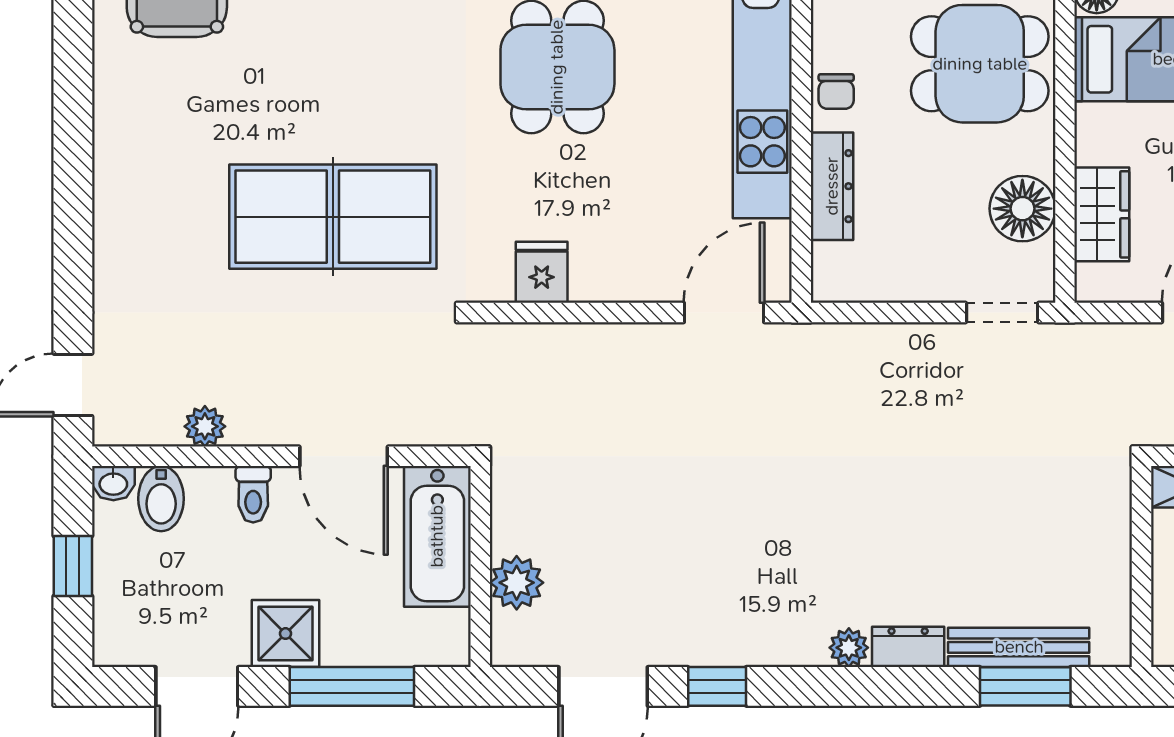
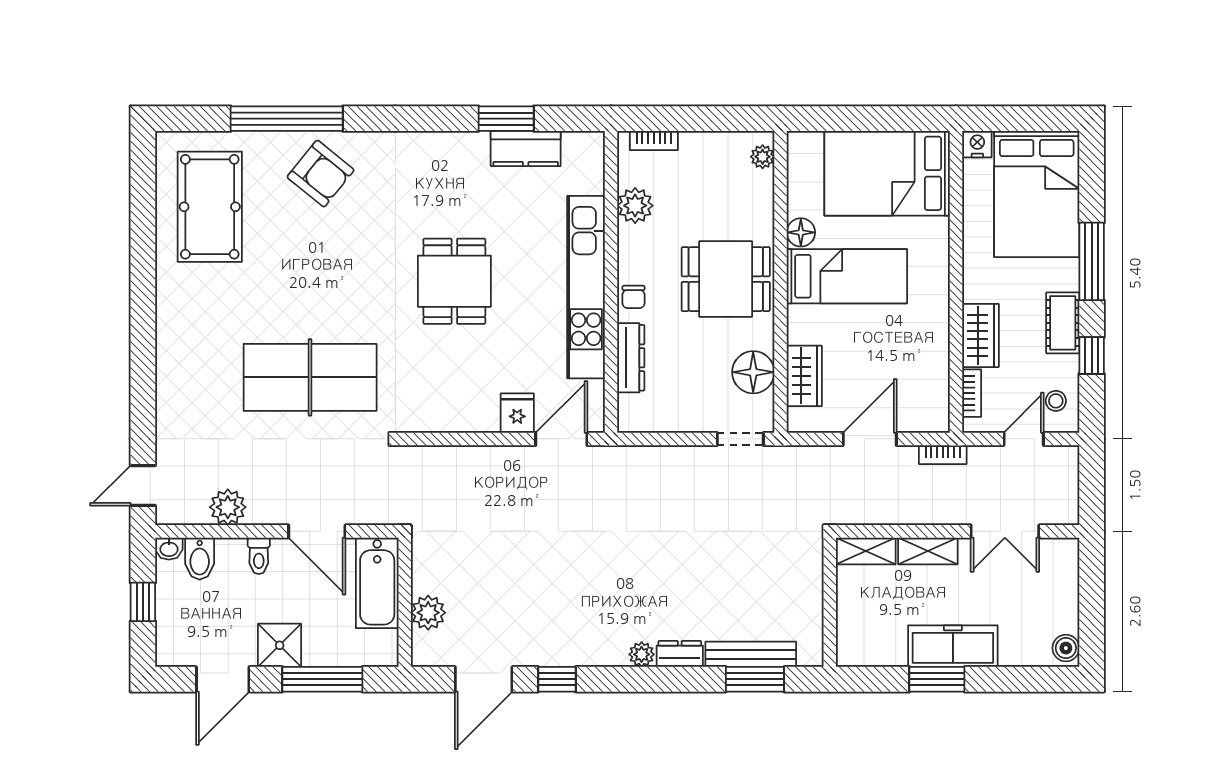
fridge: (542, 272) -> (517, 413), moved
plant: (205, 426) -> (228, 507), width x1.38, depth x1.38

